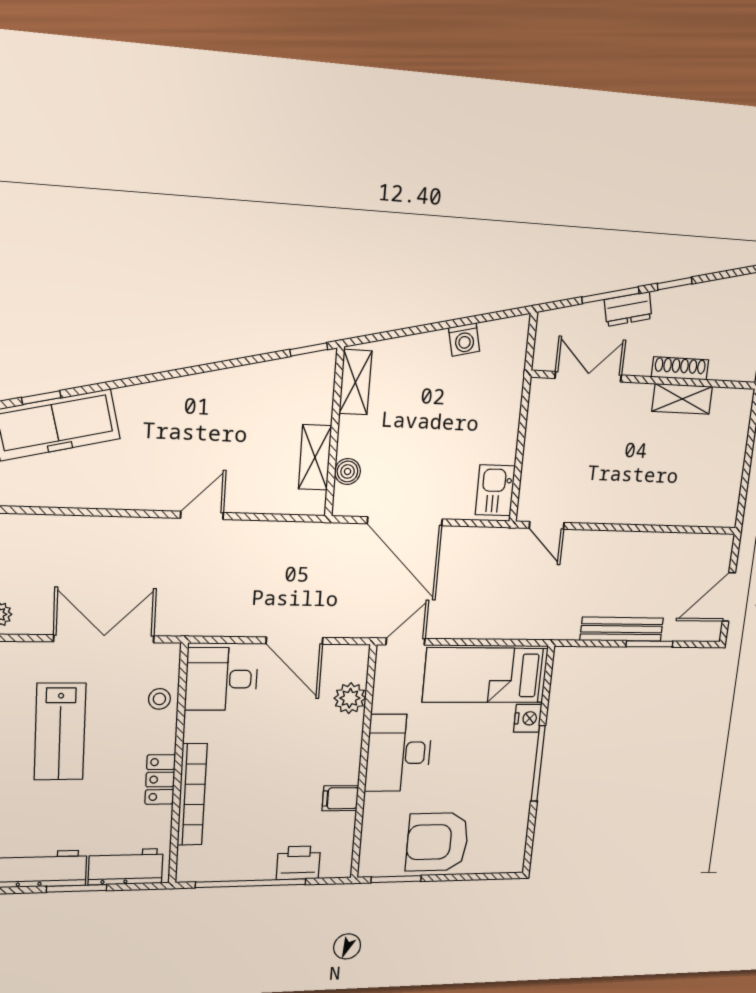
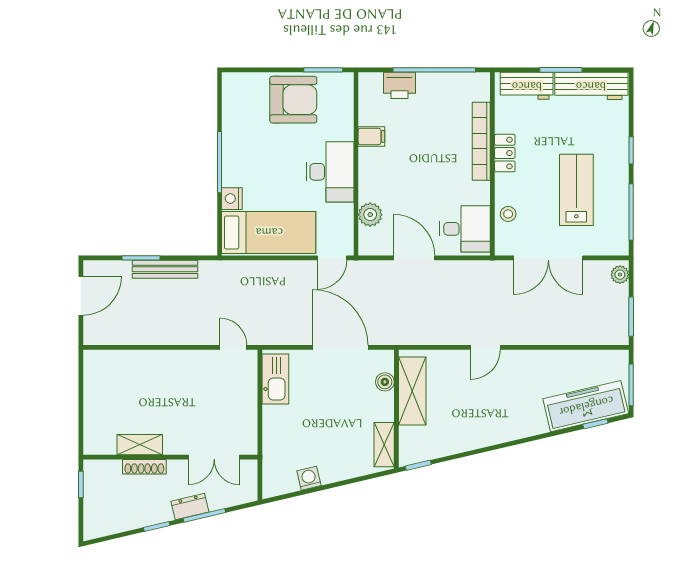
shelving: (315, 457) -> (412, 391), width x1.50, depth x1.33
kitchen sink: (495, 490) -> (275, 379), width x1.38

